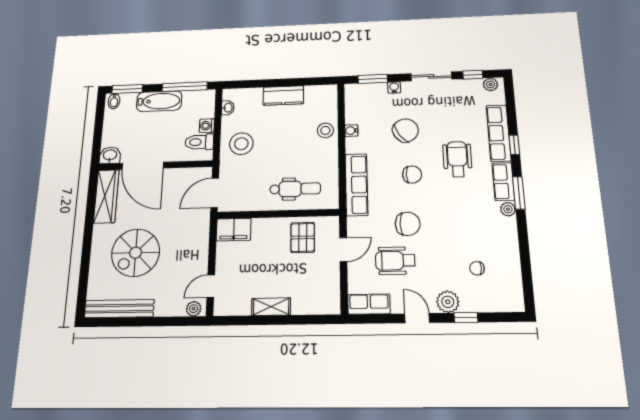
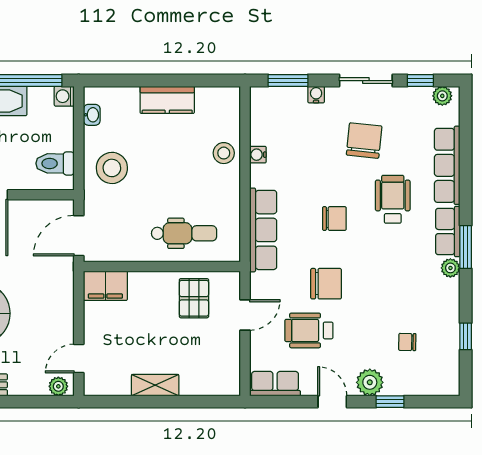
washing machine: (207, 126) -> (64, 96), moved
chair: (406, 130) -> (364, 141), moved, turned -49
window: (514, 145) -> (466, 336), moved

